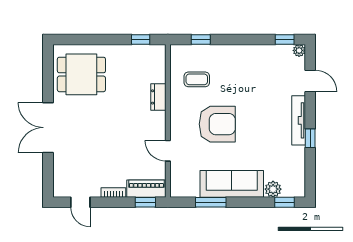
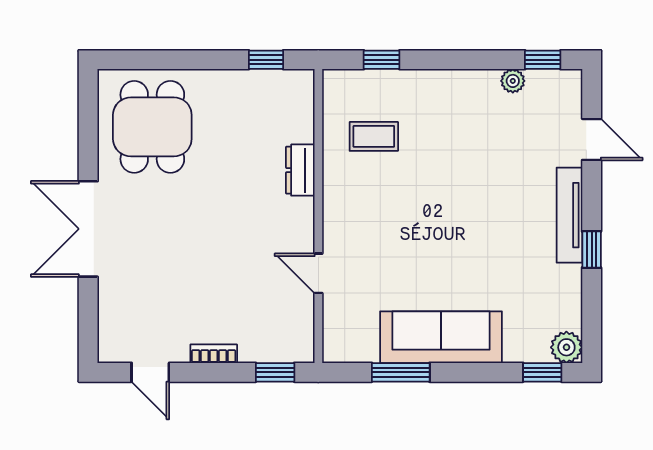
plant: (299, 50) -> (513, 81), moved
dining table: (81, 74) -> (152, 127), turned 90
armchair: (217, 124) -> (413, 222), removed
piano: (146, 189) -> (277, 346), removed
plant: (273, 189) -> (566, 347), moved

